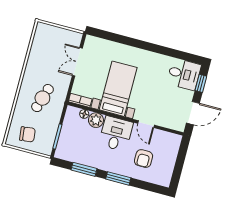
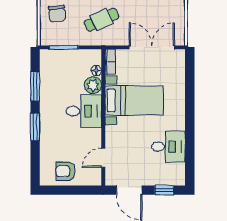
double door: (77, 62) -> (152, 47), width x1.37
desk: (184, 74) -> (168, 147), moved, turned -90
cafe table: (42, 98) -> (102, 20), turned -43
door: (146, 124) -> (103, 158), moved
armchair: (144, 159) -> (65, 171), moved

